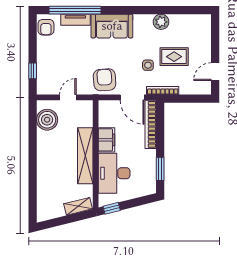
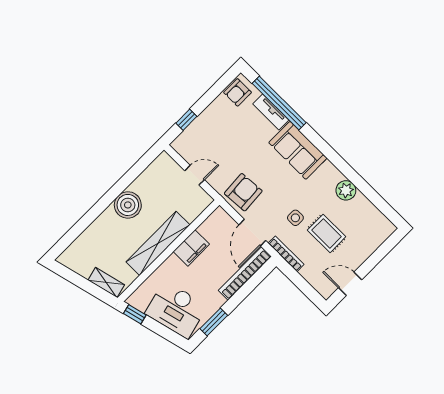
boiler: (47, 120) -> (128, 205), moved
desk: (114, 173) -> (176, 310), moved, turned -104

